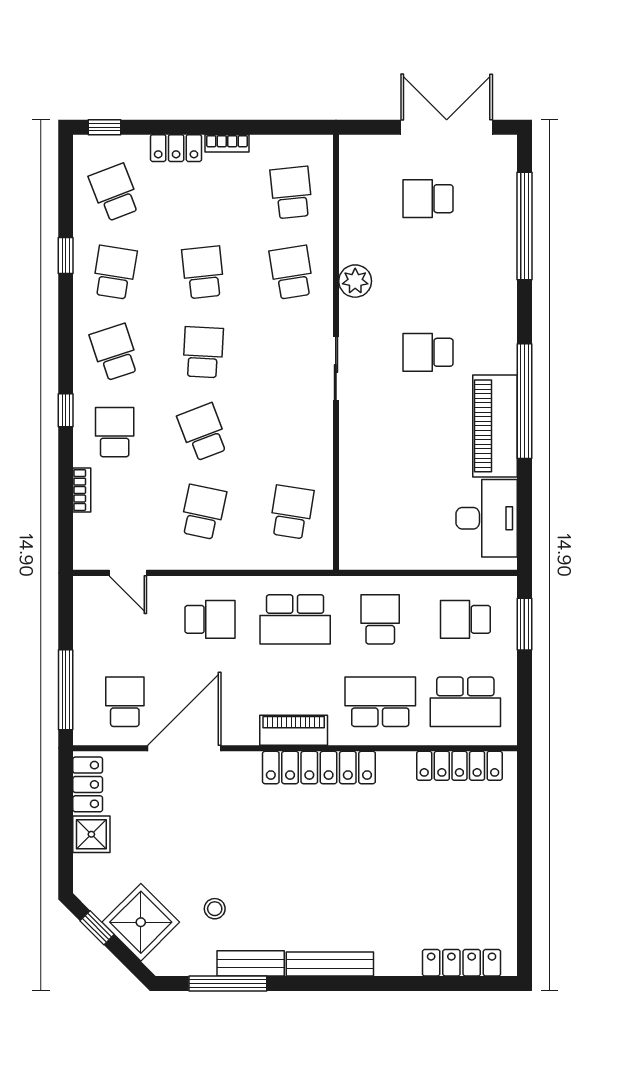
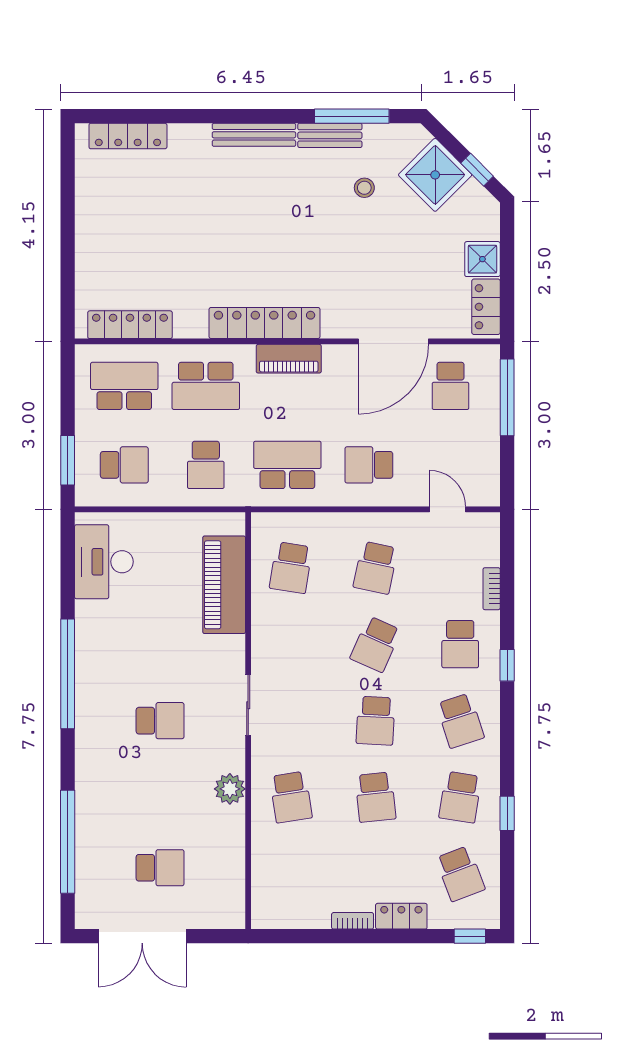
school desk: (291, 193) -> (291, 874), removed
piano: (495, 426) -> (224, 585), moved, turned 180
school desk: (203, 432) -> (376, 644), turned 45

